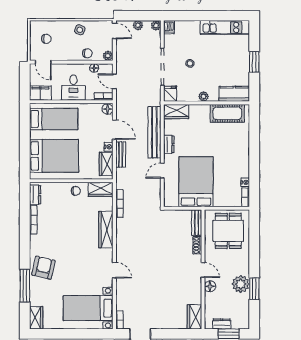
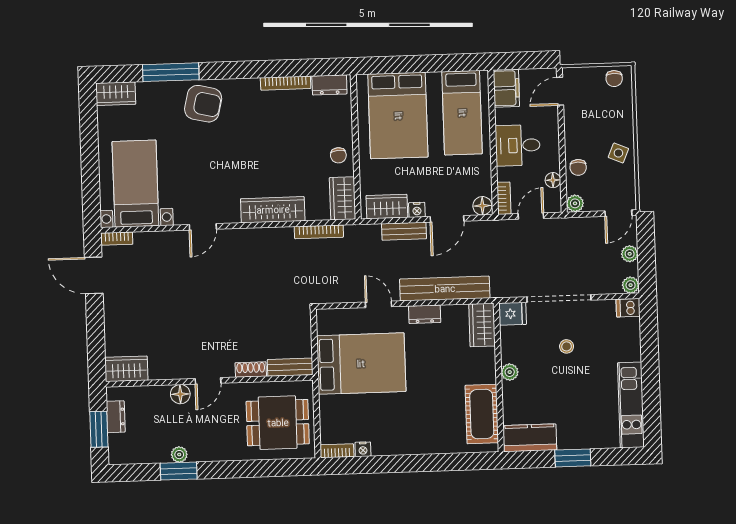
chair: (46, 39) -> (614, 79), moved
kitchen counter: (234, 94) -> (530, 438), moved, turned -90
plant: (241, 284) -> (179, 455), width x0.53, depth x0.53

